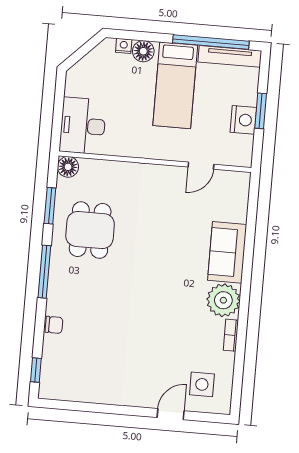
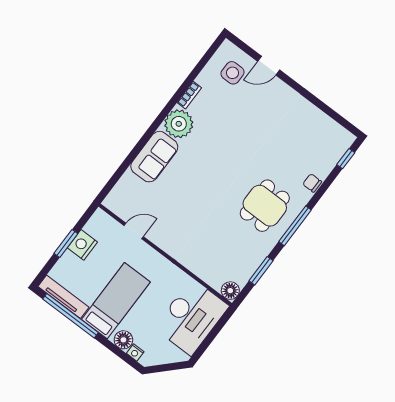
desk: (83, 126) -> (191, 317), width x1.36, depth x1.30
dining table: (90, 230) -> (265, 206), moved

